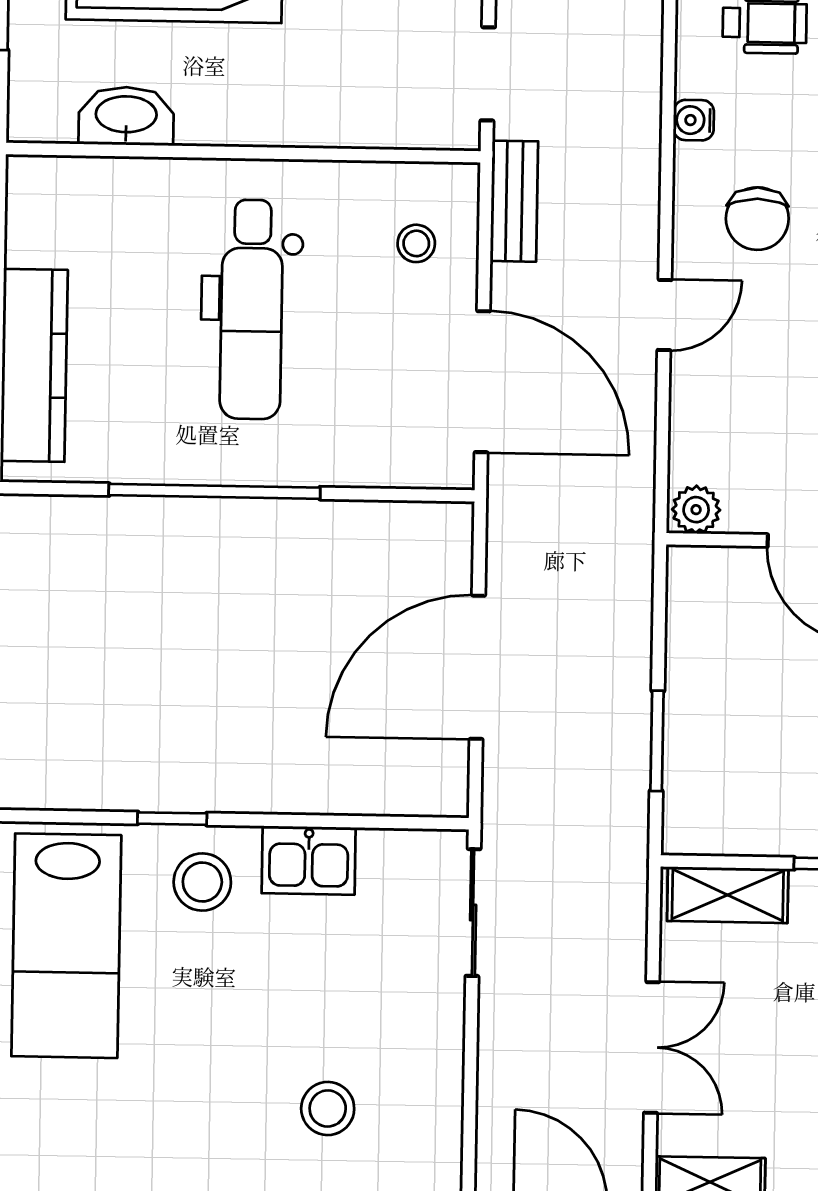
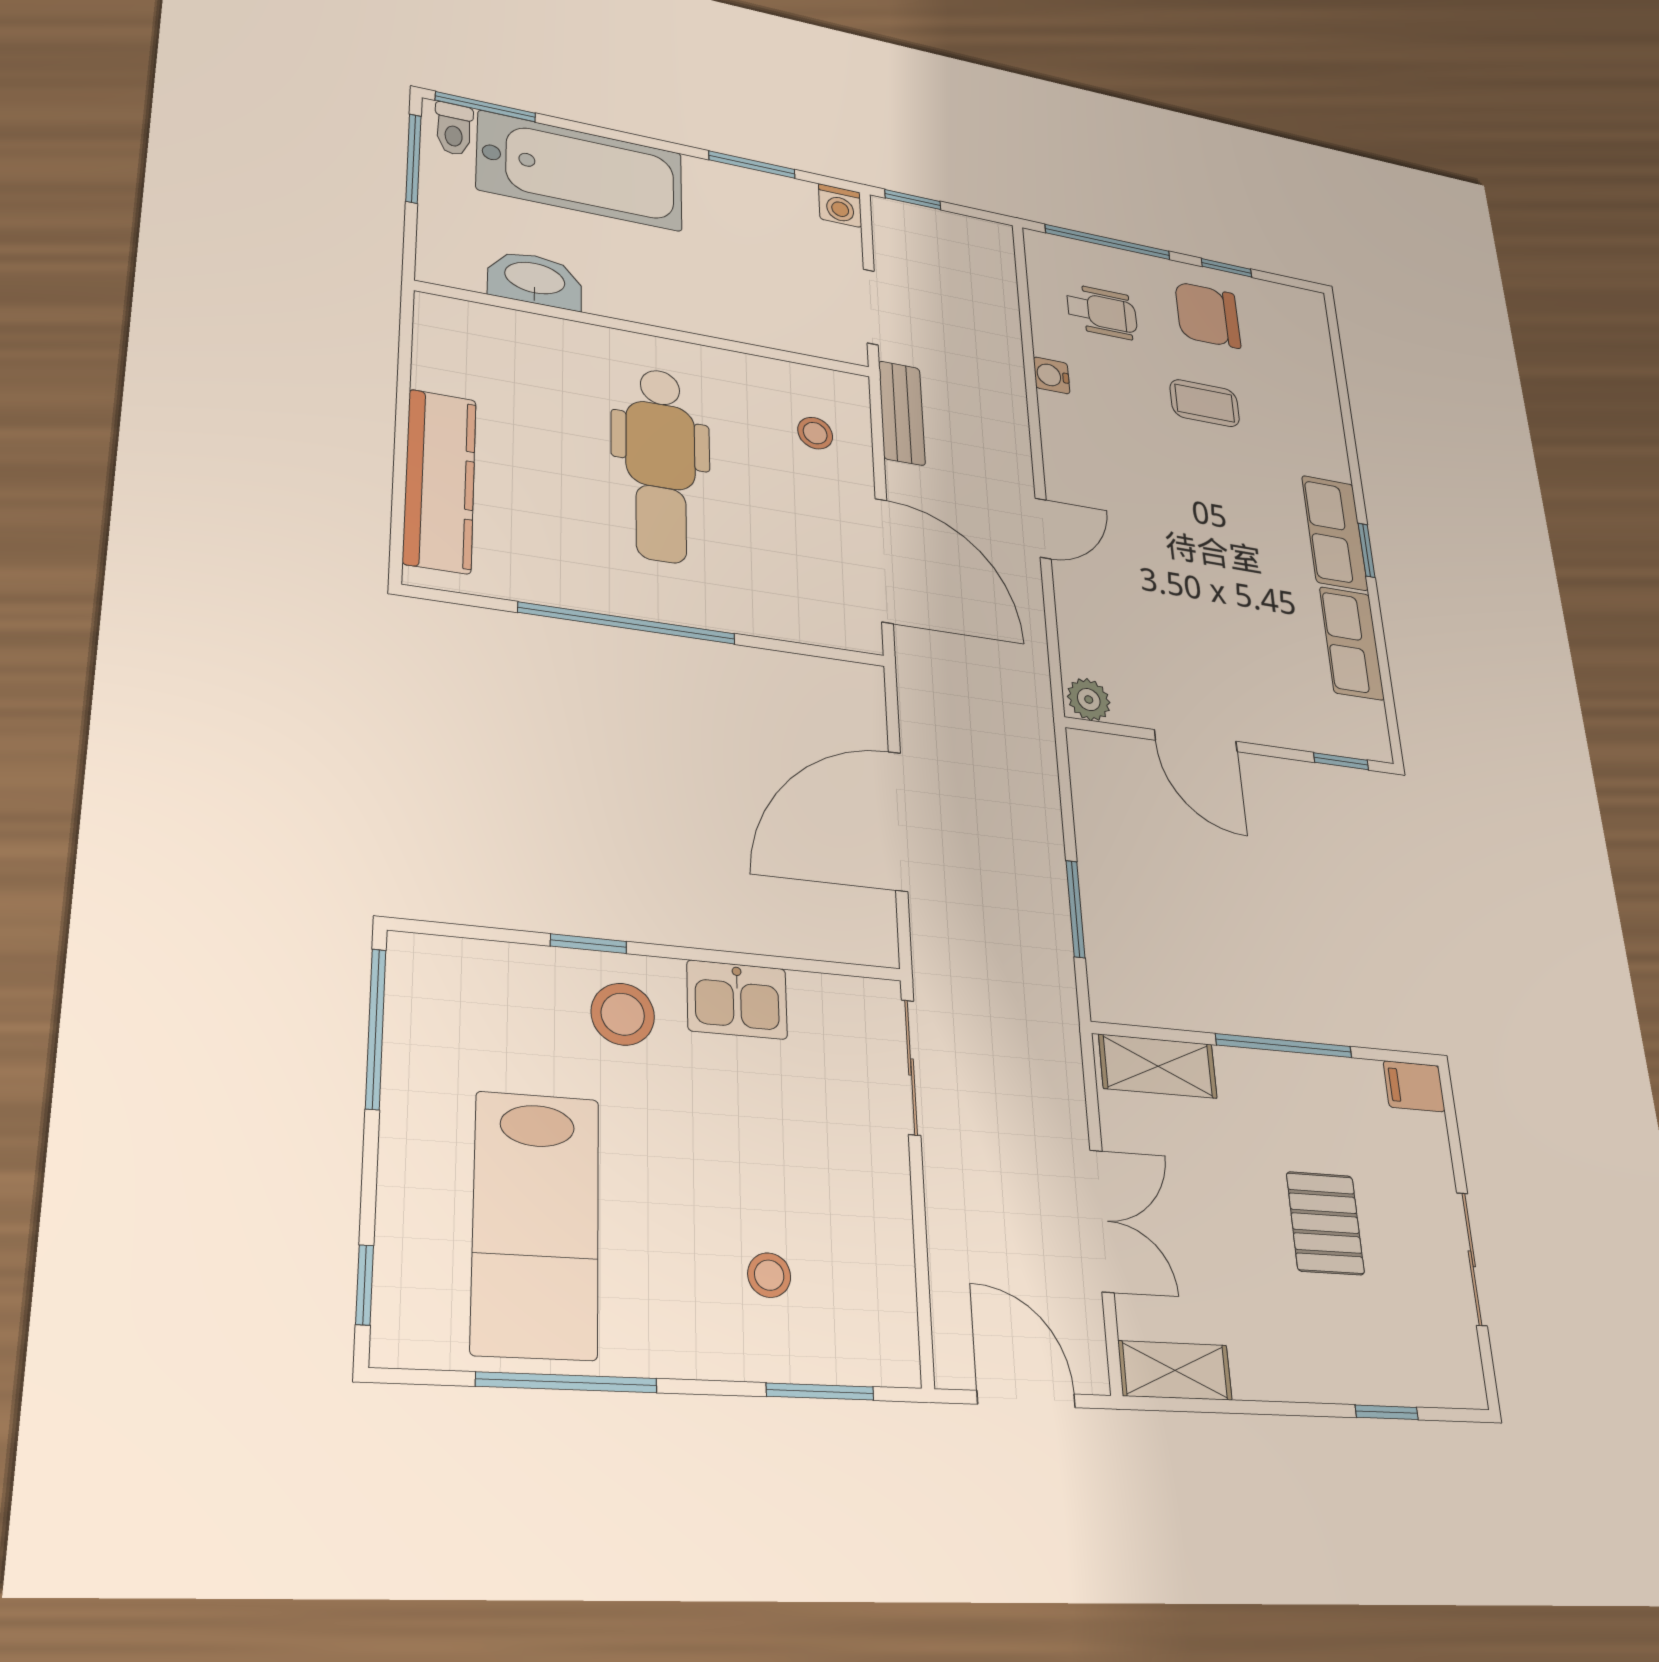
chair: (757, 219) -> (1114, 462), removed
lab bench: (66, 946) -> (536, 1224), moved
stool: (328, 1108) -> (769, 1275), width x0.73, depth x0.73

